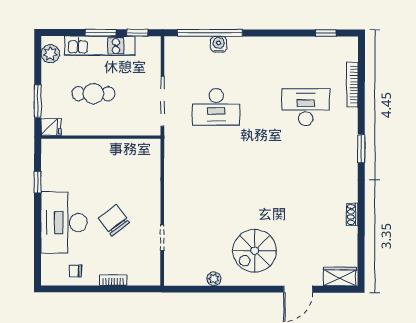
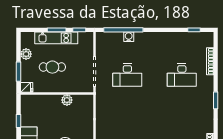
plant: (50, 54) -> (26, 54), moved
desk: (306, 107) -> (182, 75), turned 180
plant: (117, 148) -> (67, 100), added

